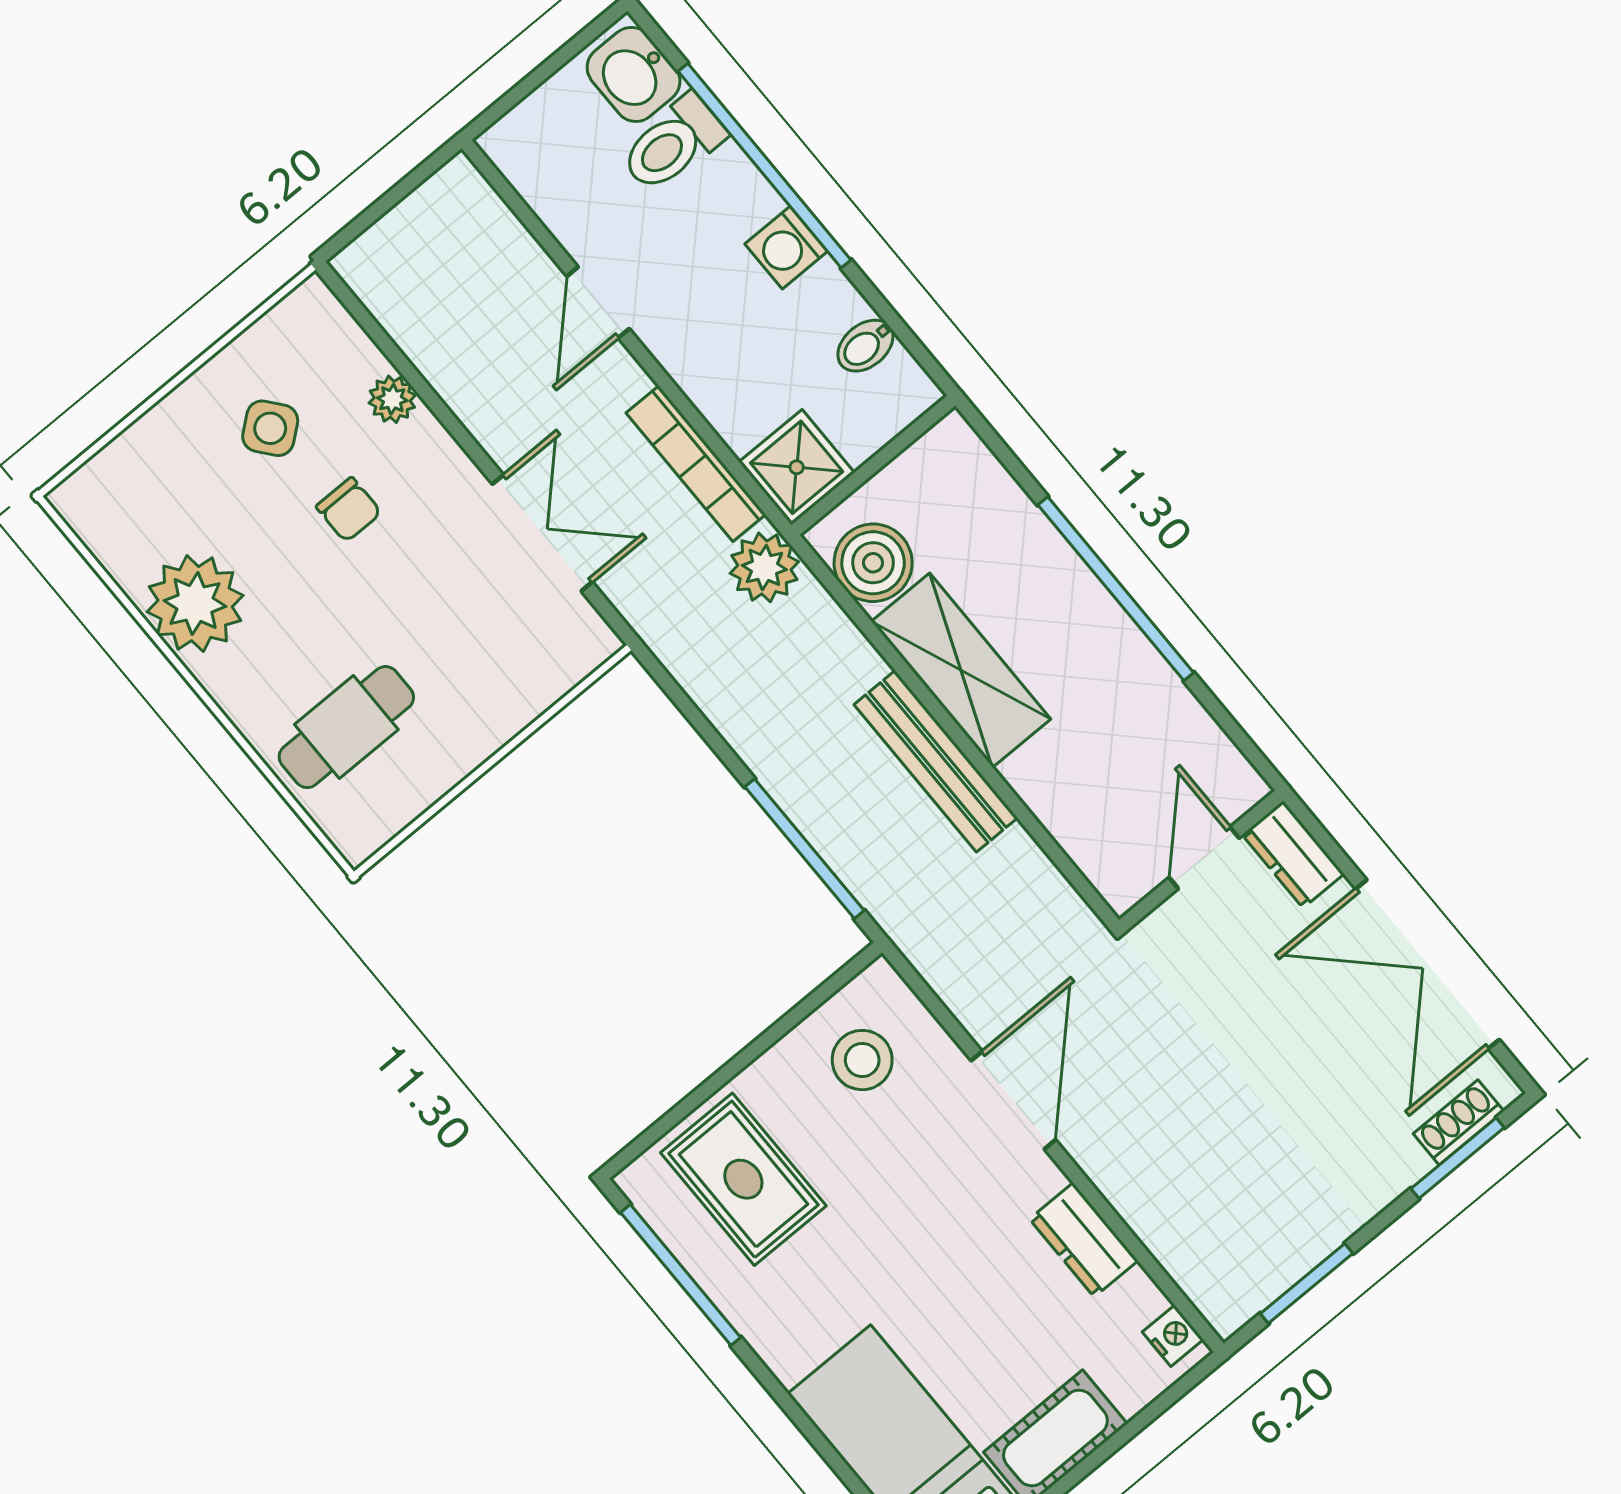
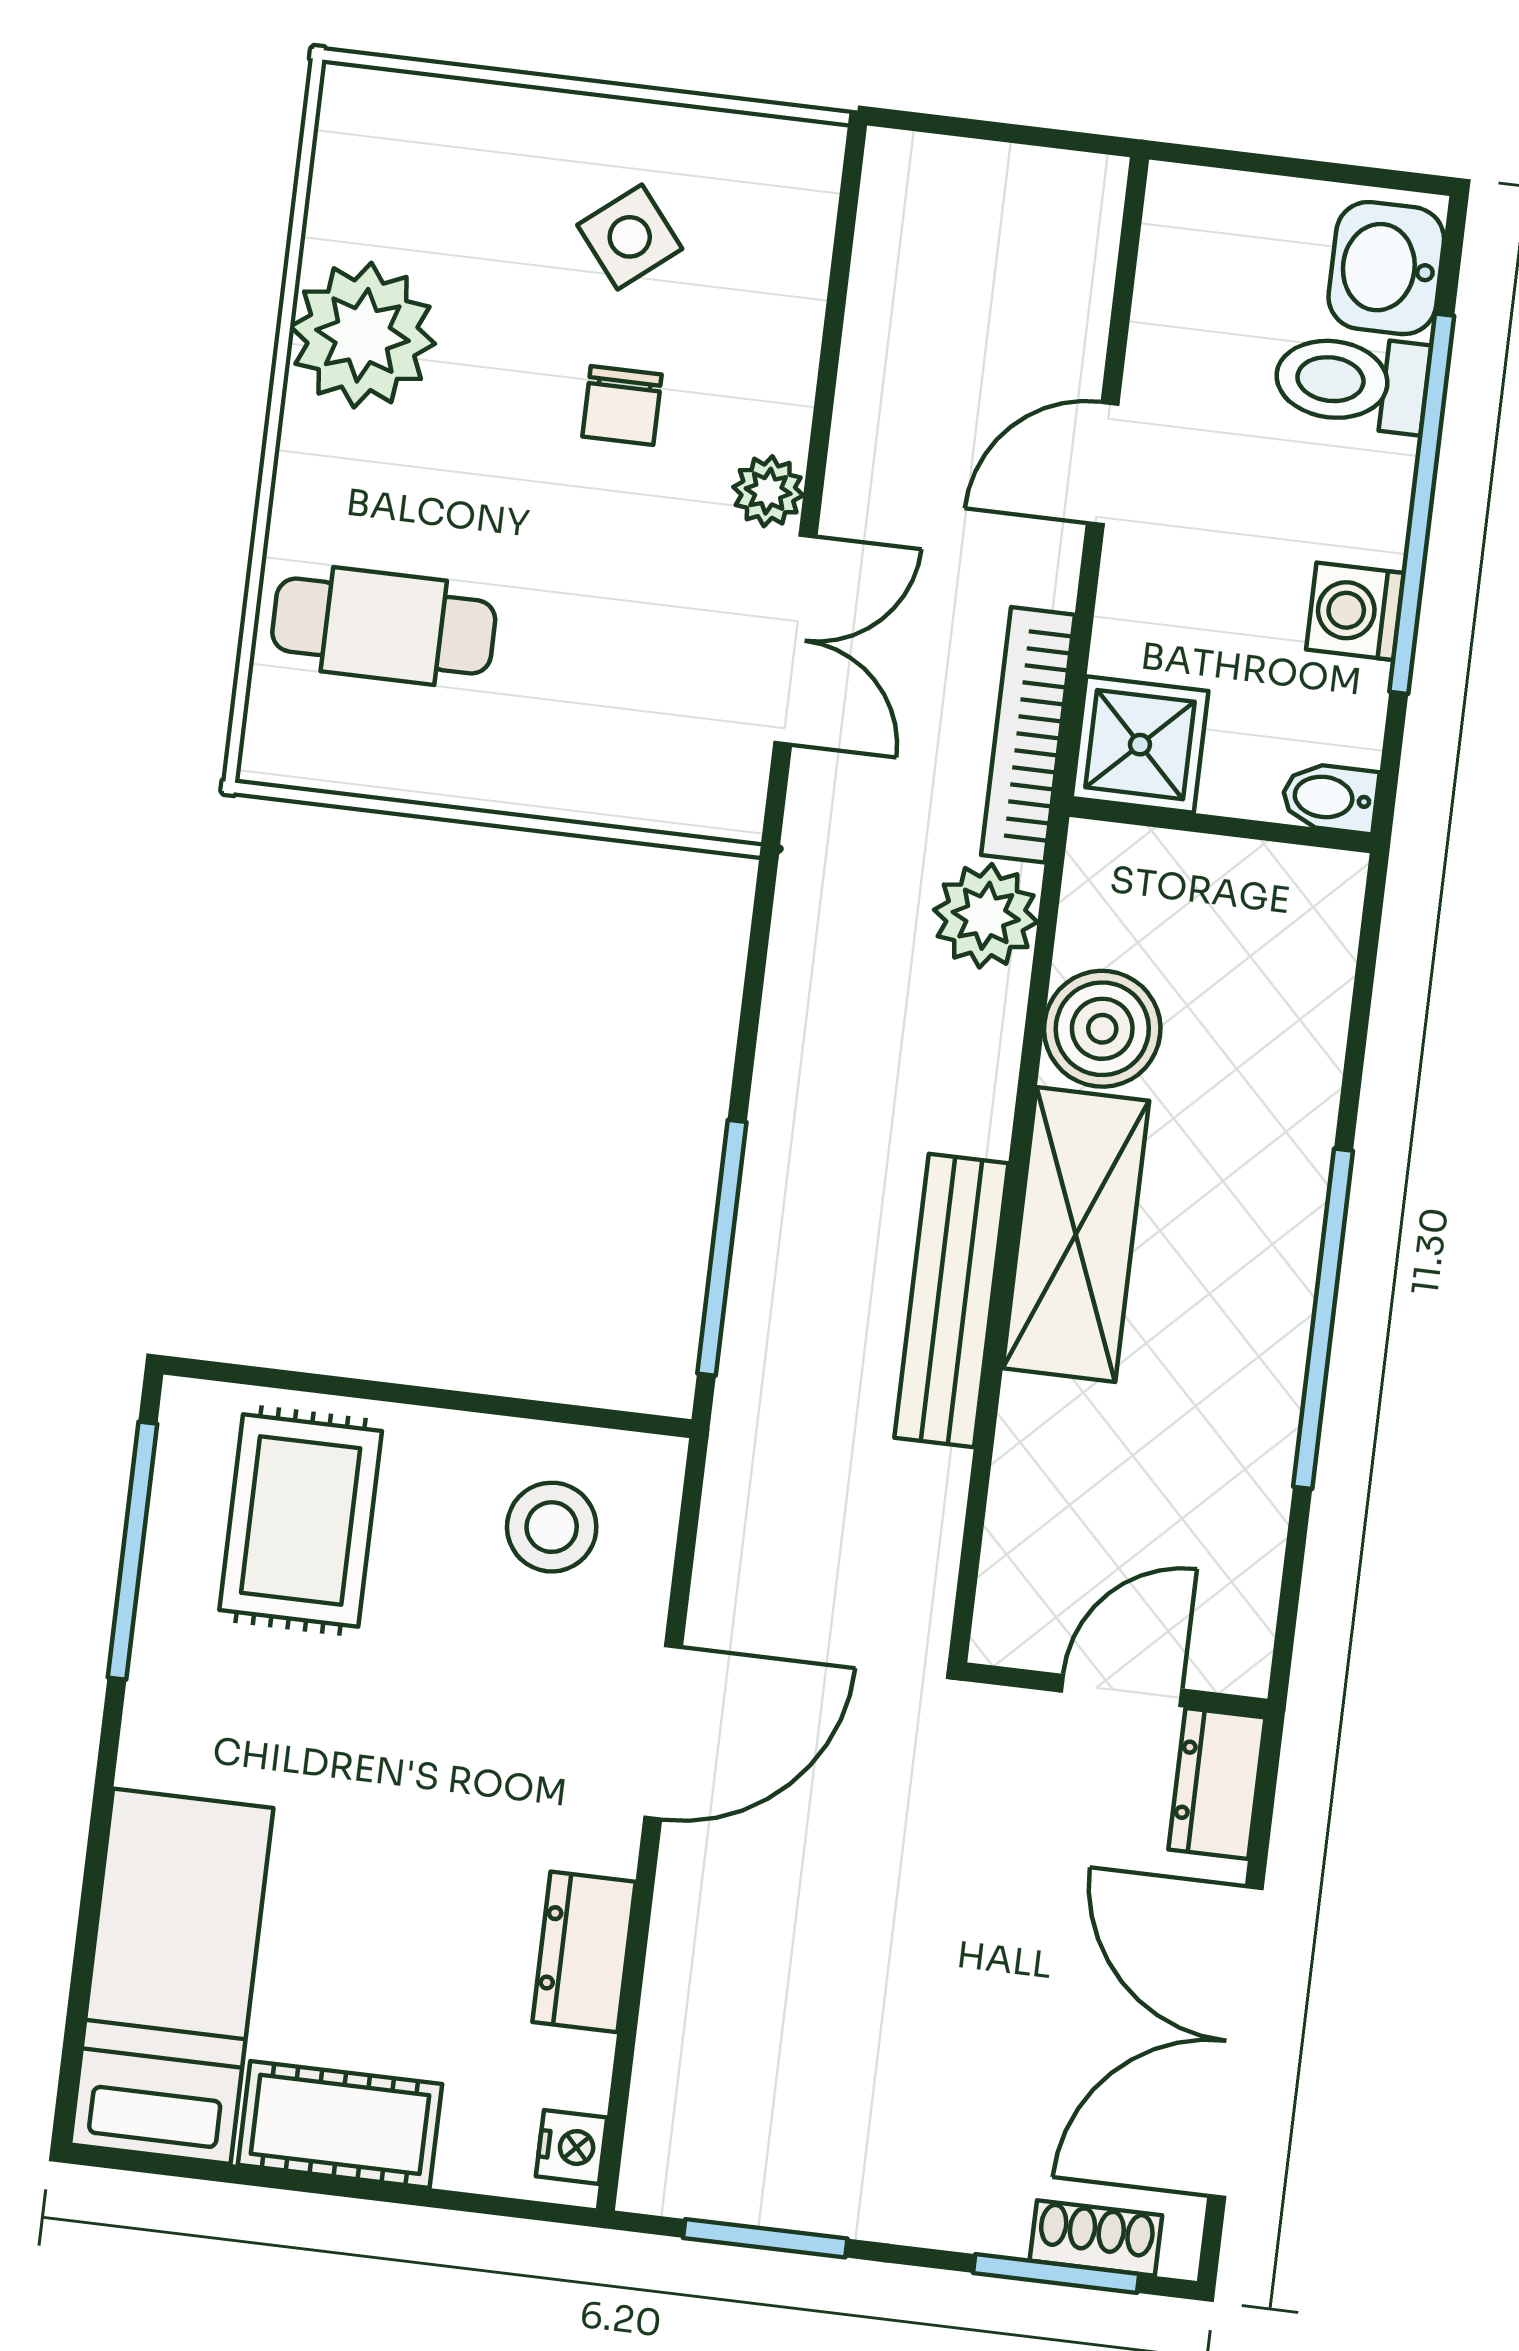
plant: (392, 399) -> (768, 491), moved
wall: (873, 465) -> (1221, 826), moved
shower: (797, 467) -> (1140, 745), moved

